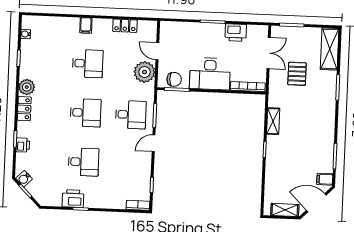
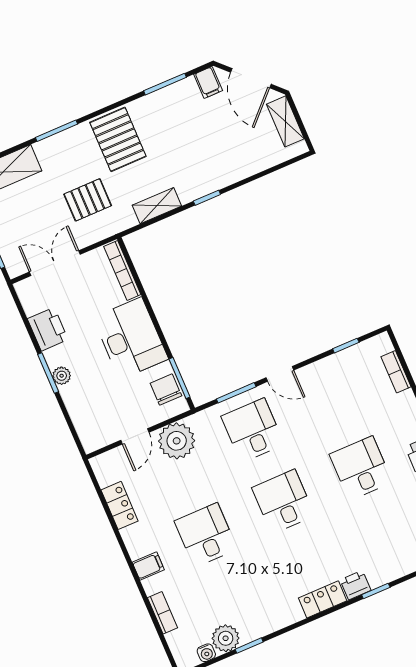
bookcase: (58, 21) -> (163, 613), added
plant: (208, 28) -> (62, 376), added
pallet: (297, 74) -> (88, 200), moved
plant: (27, 87) -> (226, 638), moved
pallet: (318, 117) -> (118, 139), added
printer: (23, 145) -> (355, 585), moved
bookcase: (138, 205) -> (396, 372), moved

